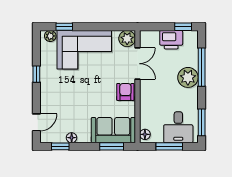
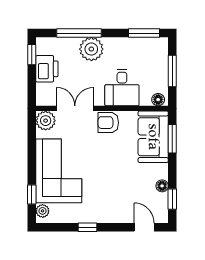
desk: (178, 127) -> (122, 88), moved, turned 90

